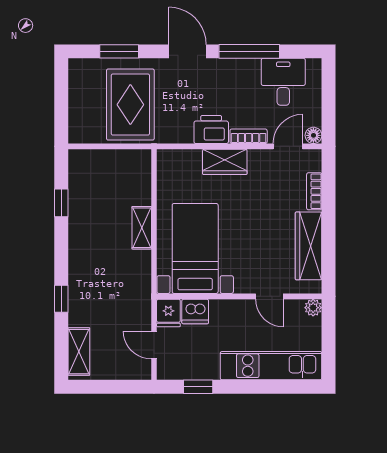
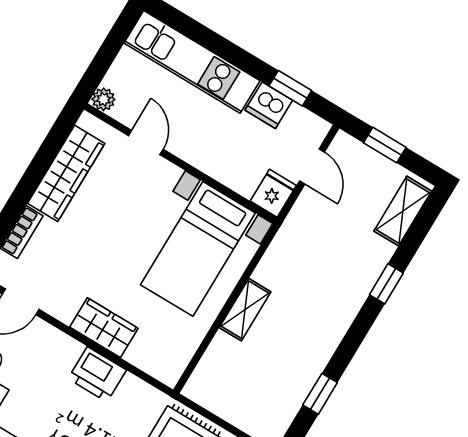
bookcase: (249, 136) -> (59, 341), removed
dishwasher: (195, 311) -> (269, 105), moved, turned 180
window: (116, 387) -> (385, 145), added

